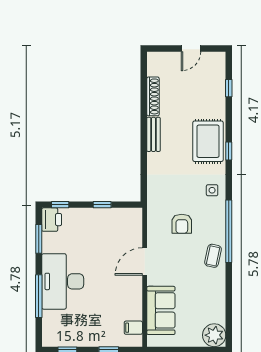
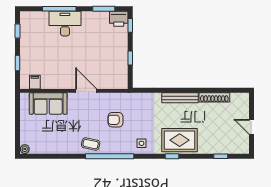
bench: (153, 134) -> (180, 98), width x1.36
desk: (63, 281) -> (65, 24), width x0.73, depth x0.77
plant: (214, 335) -> (25, 149), width x0.53, depth x0.53

